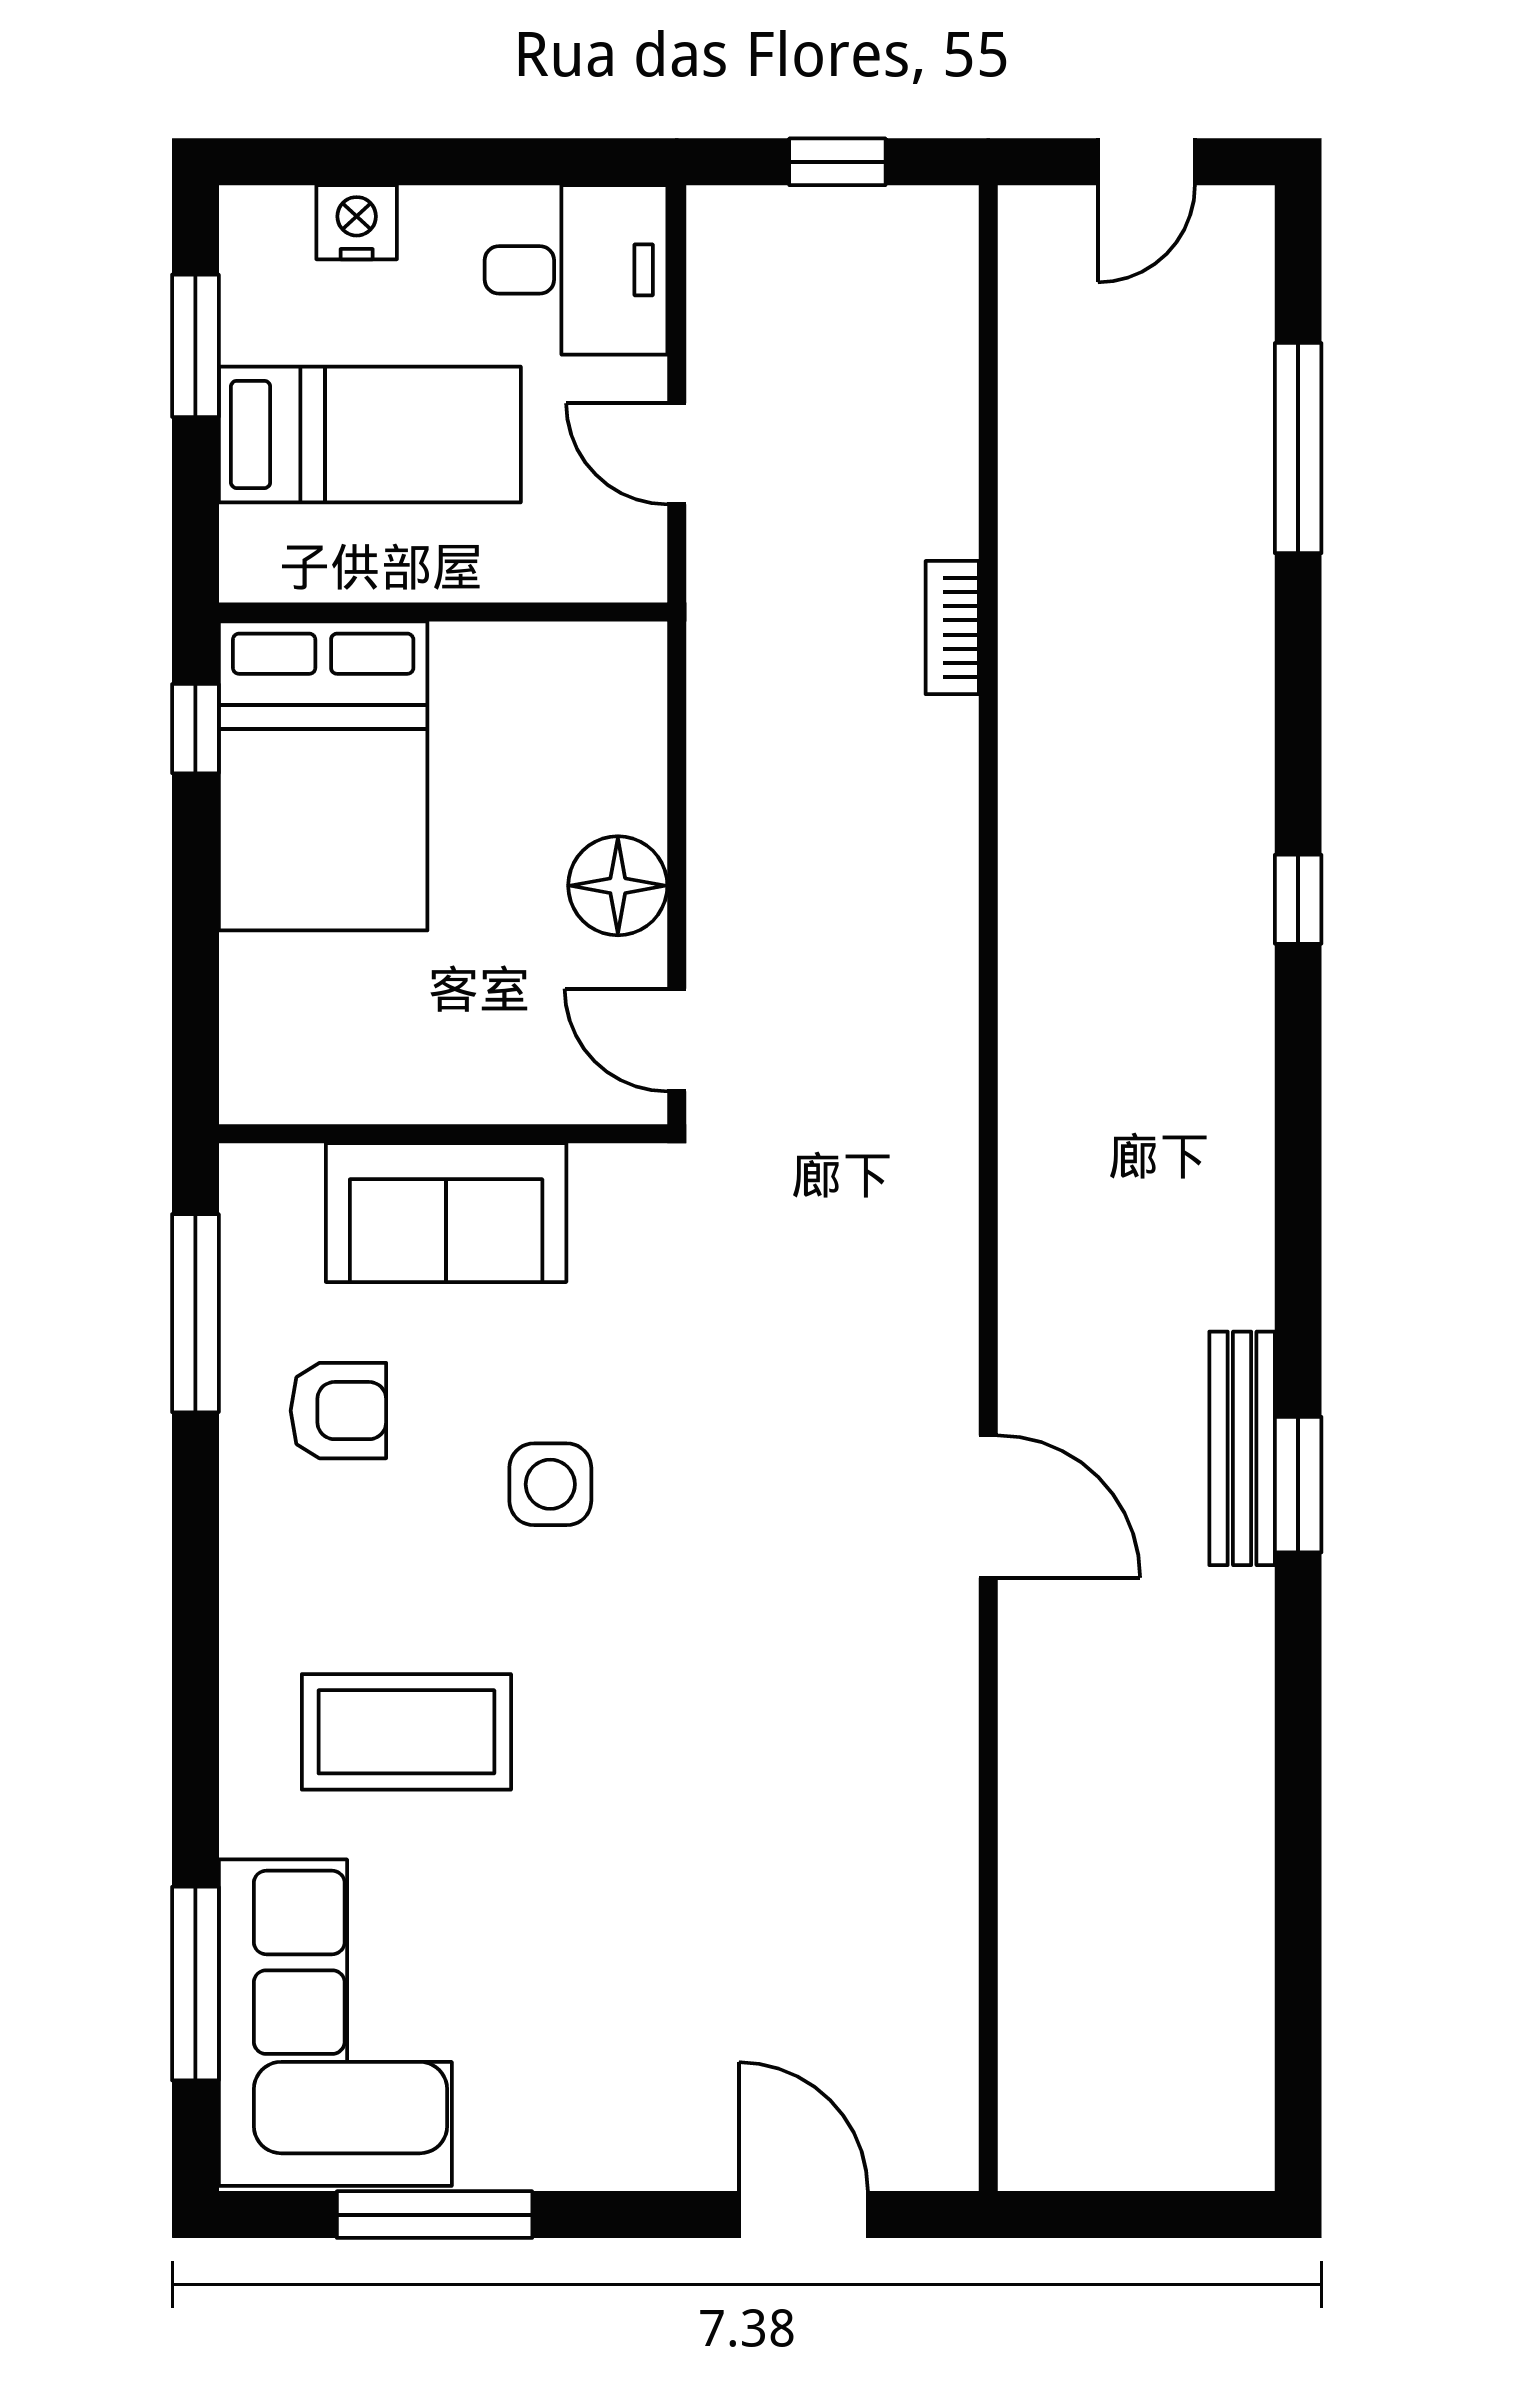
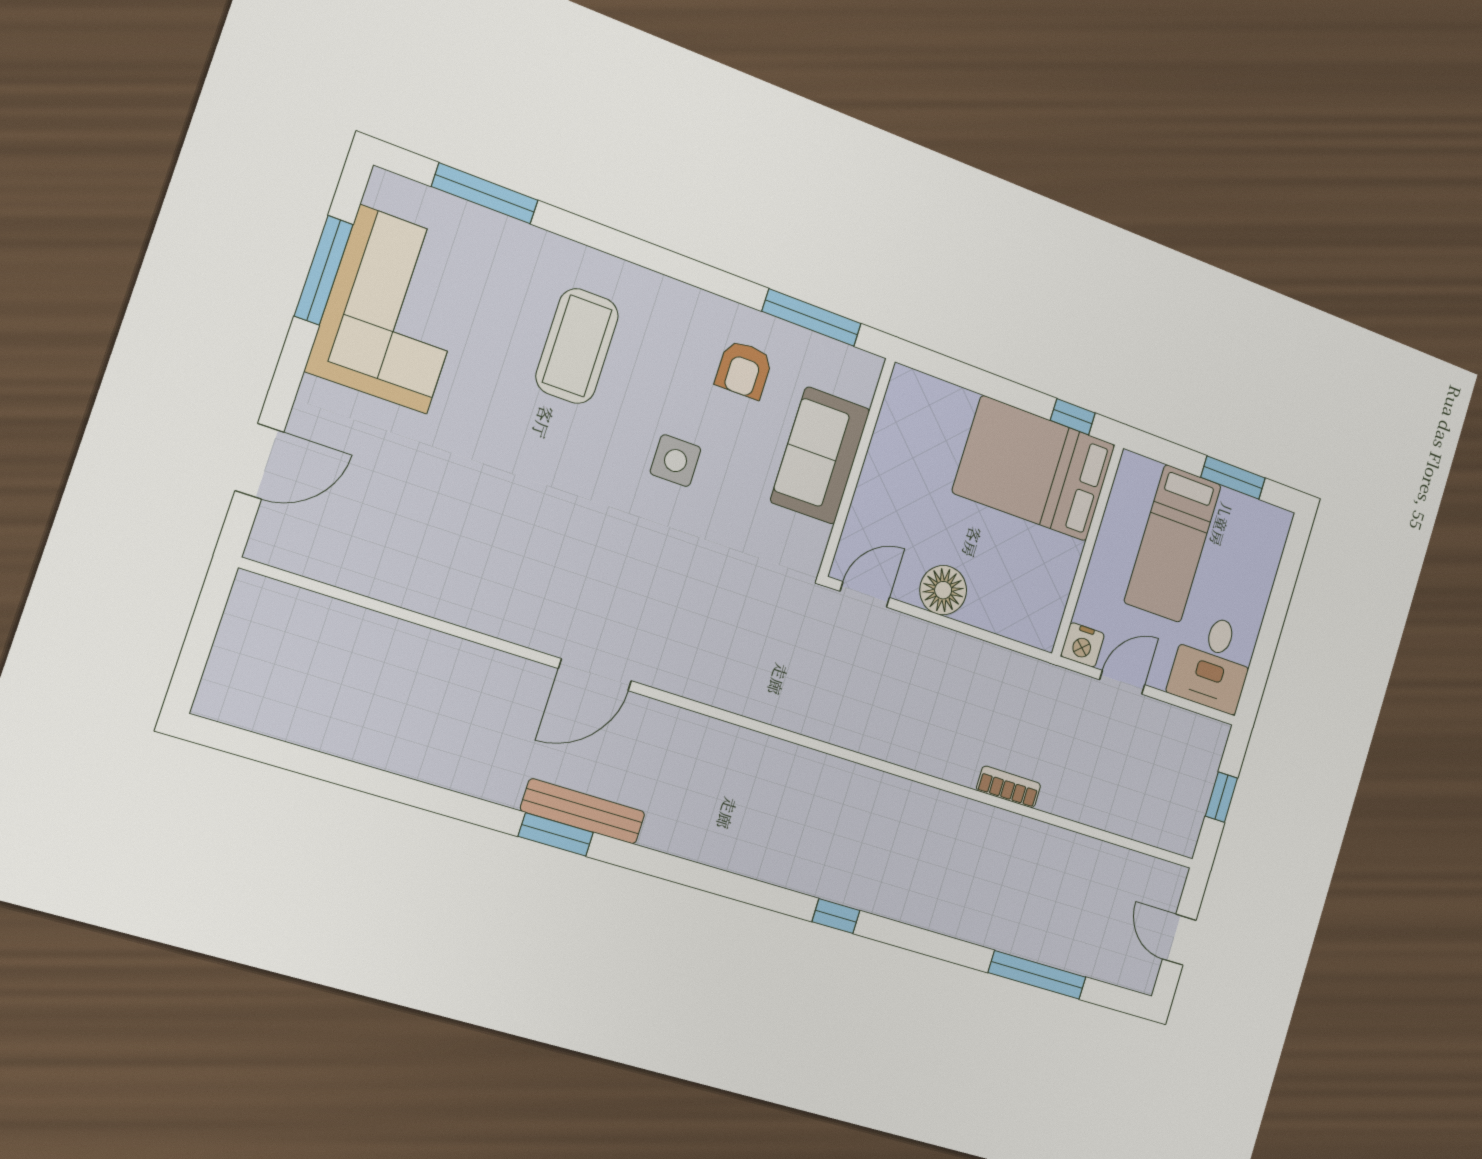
nightstand: (357, 222) -> (1083, 645), moved, turned 90
corner sofa: (335, 2023) -> (393, 310), moved, turned -90

